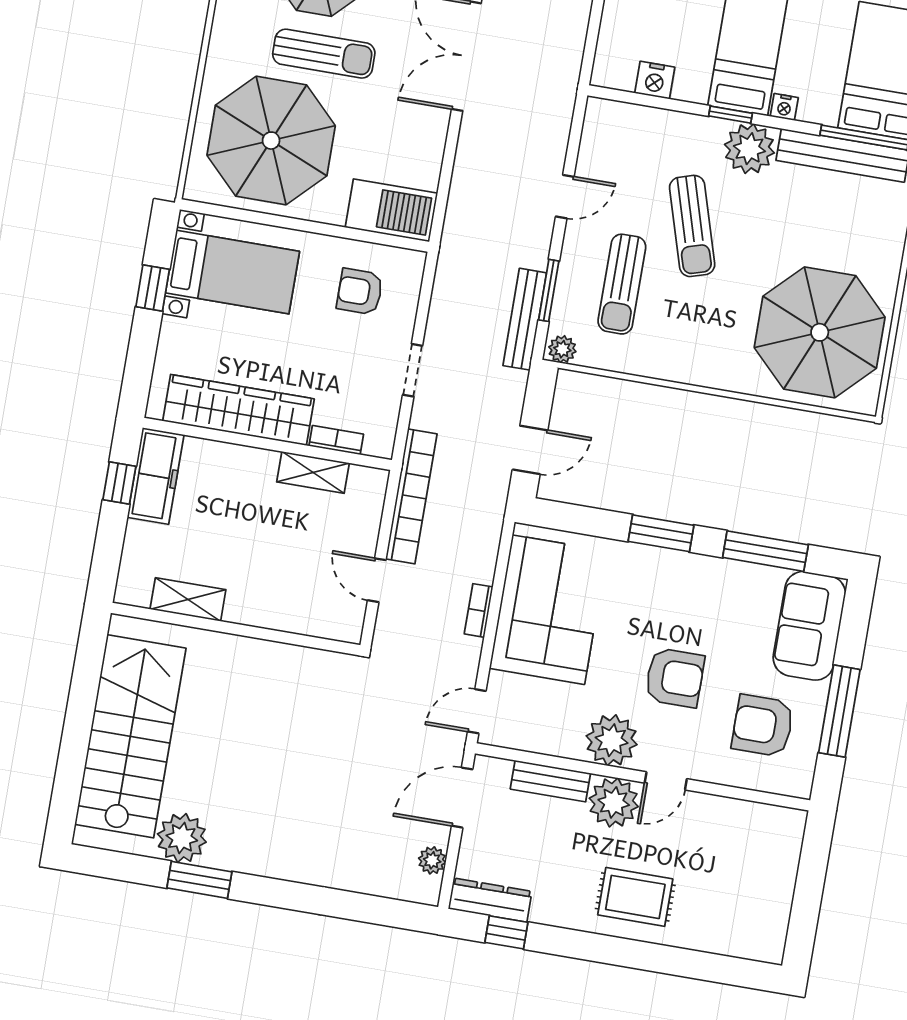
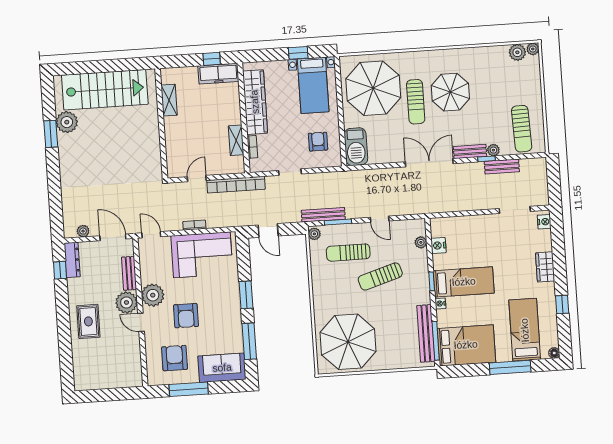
plant: (749, 149) -> (421, 242), moved, width x0.53, depth x0.53

